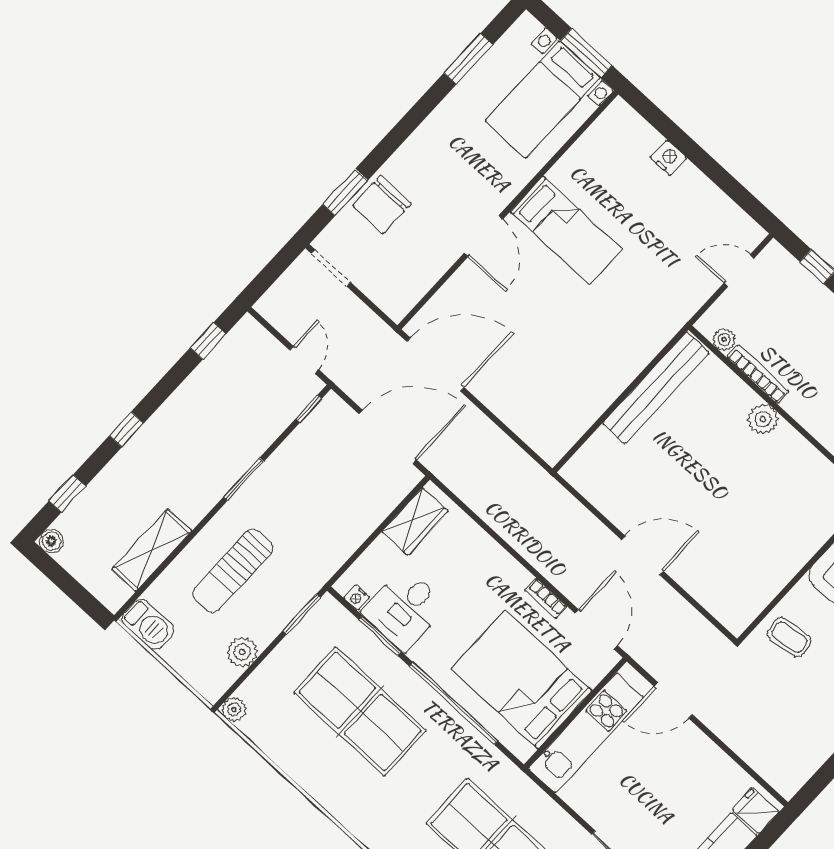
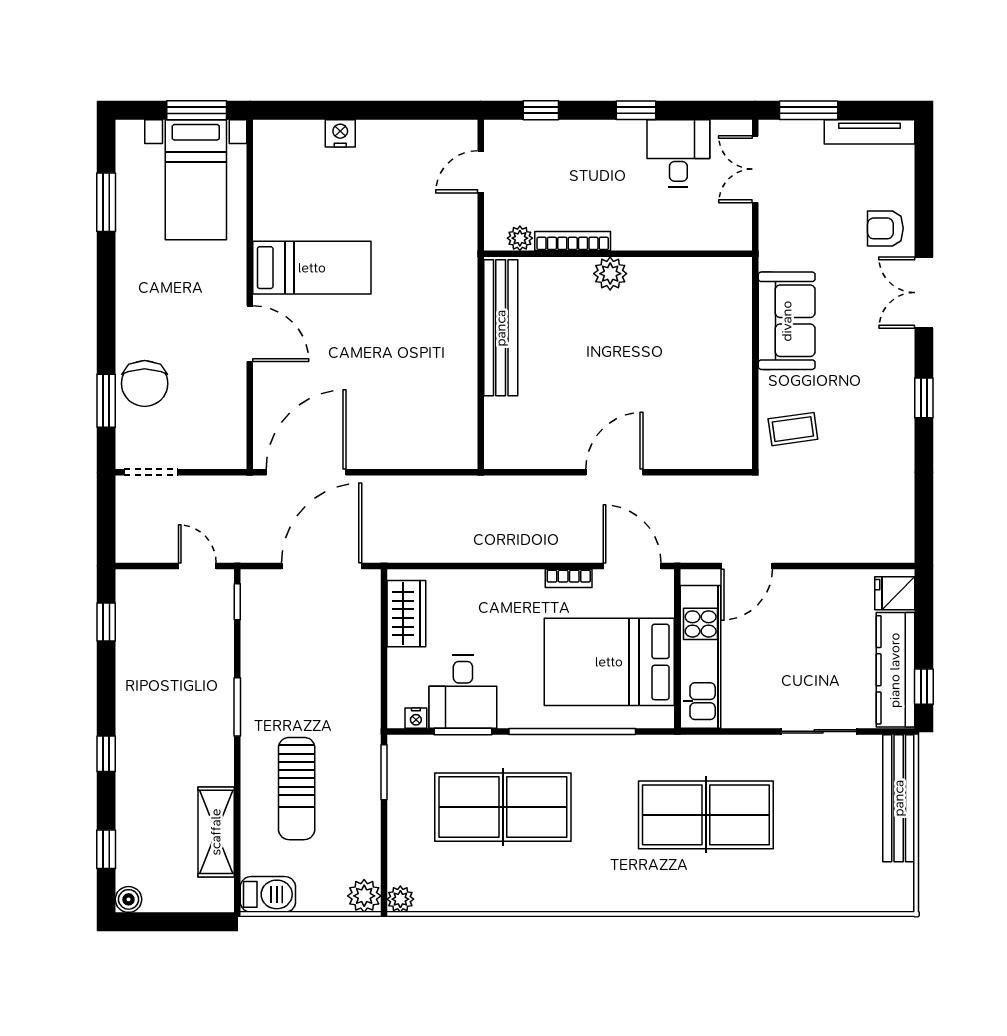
plant: (242, 652) -> (364, 896), moved

